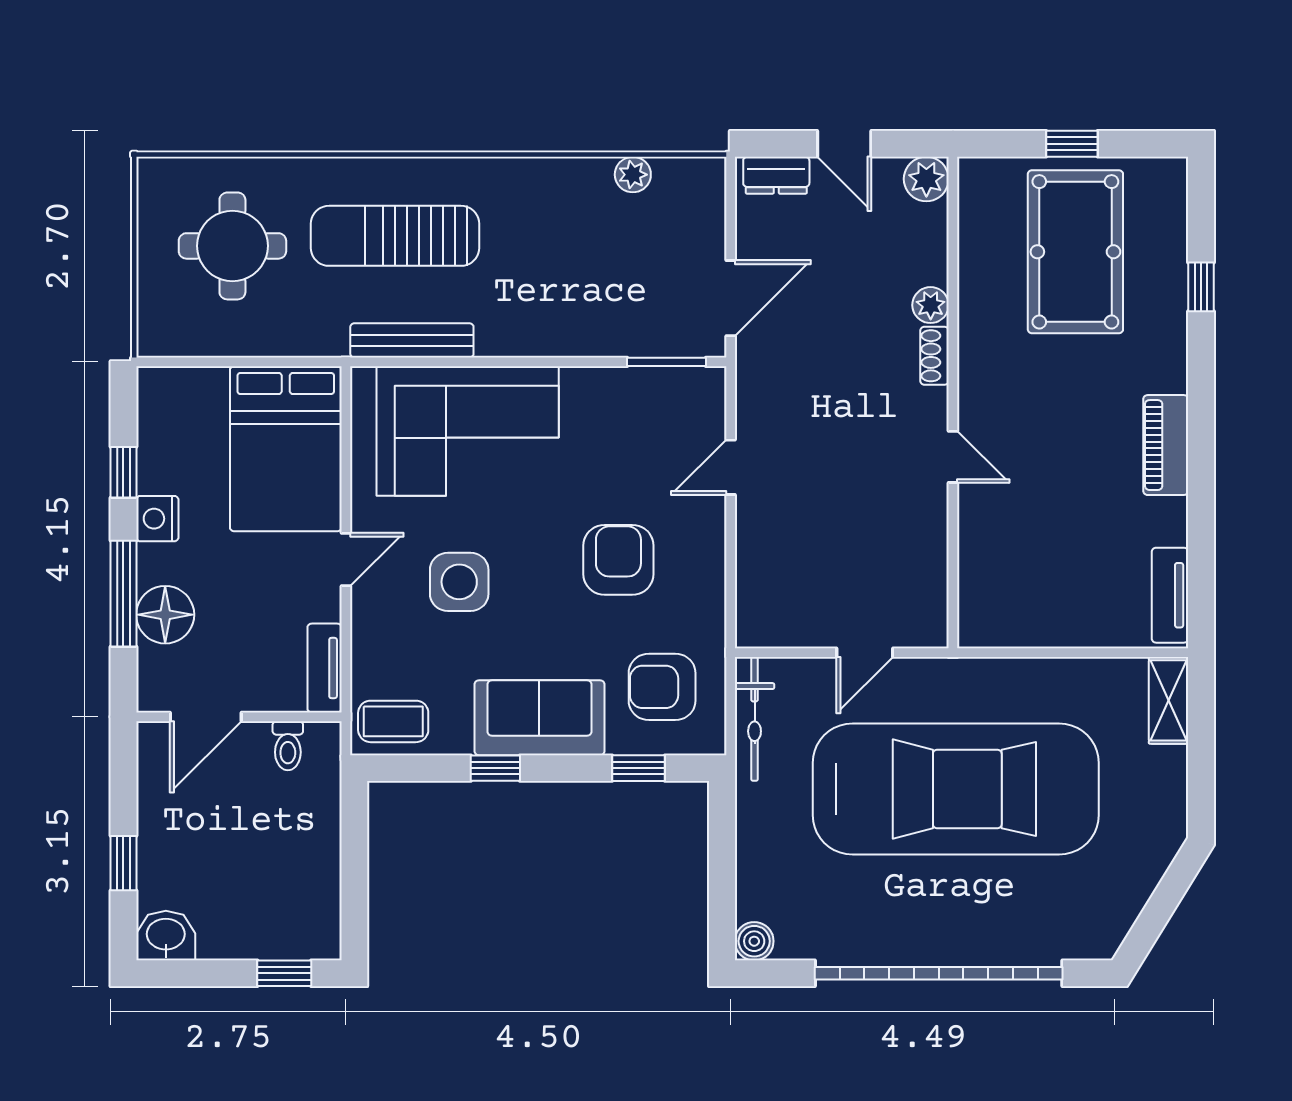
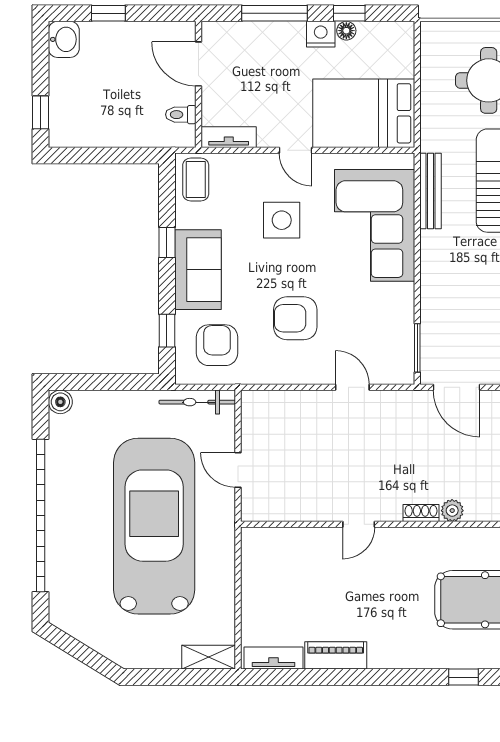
piano: (1166, 445) -> (336, 655), moved
armchair: (618, 560) -> (295, 318), turned 180
floor lamp: (165, 615) -> (346, 31), moved, width x0.53, depth x0.53
car: (956, 789) -> (154, 526), turned 180

